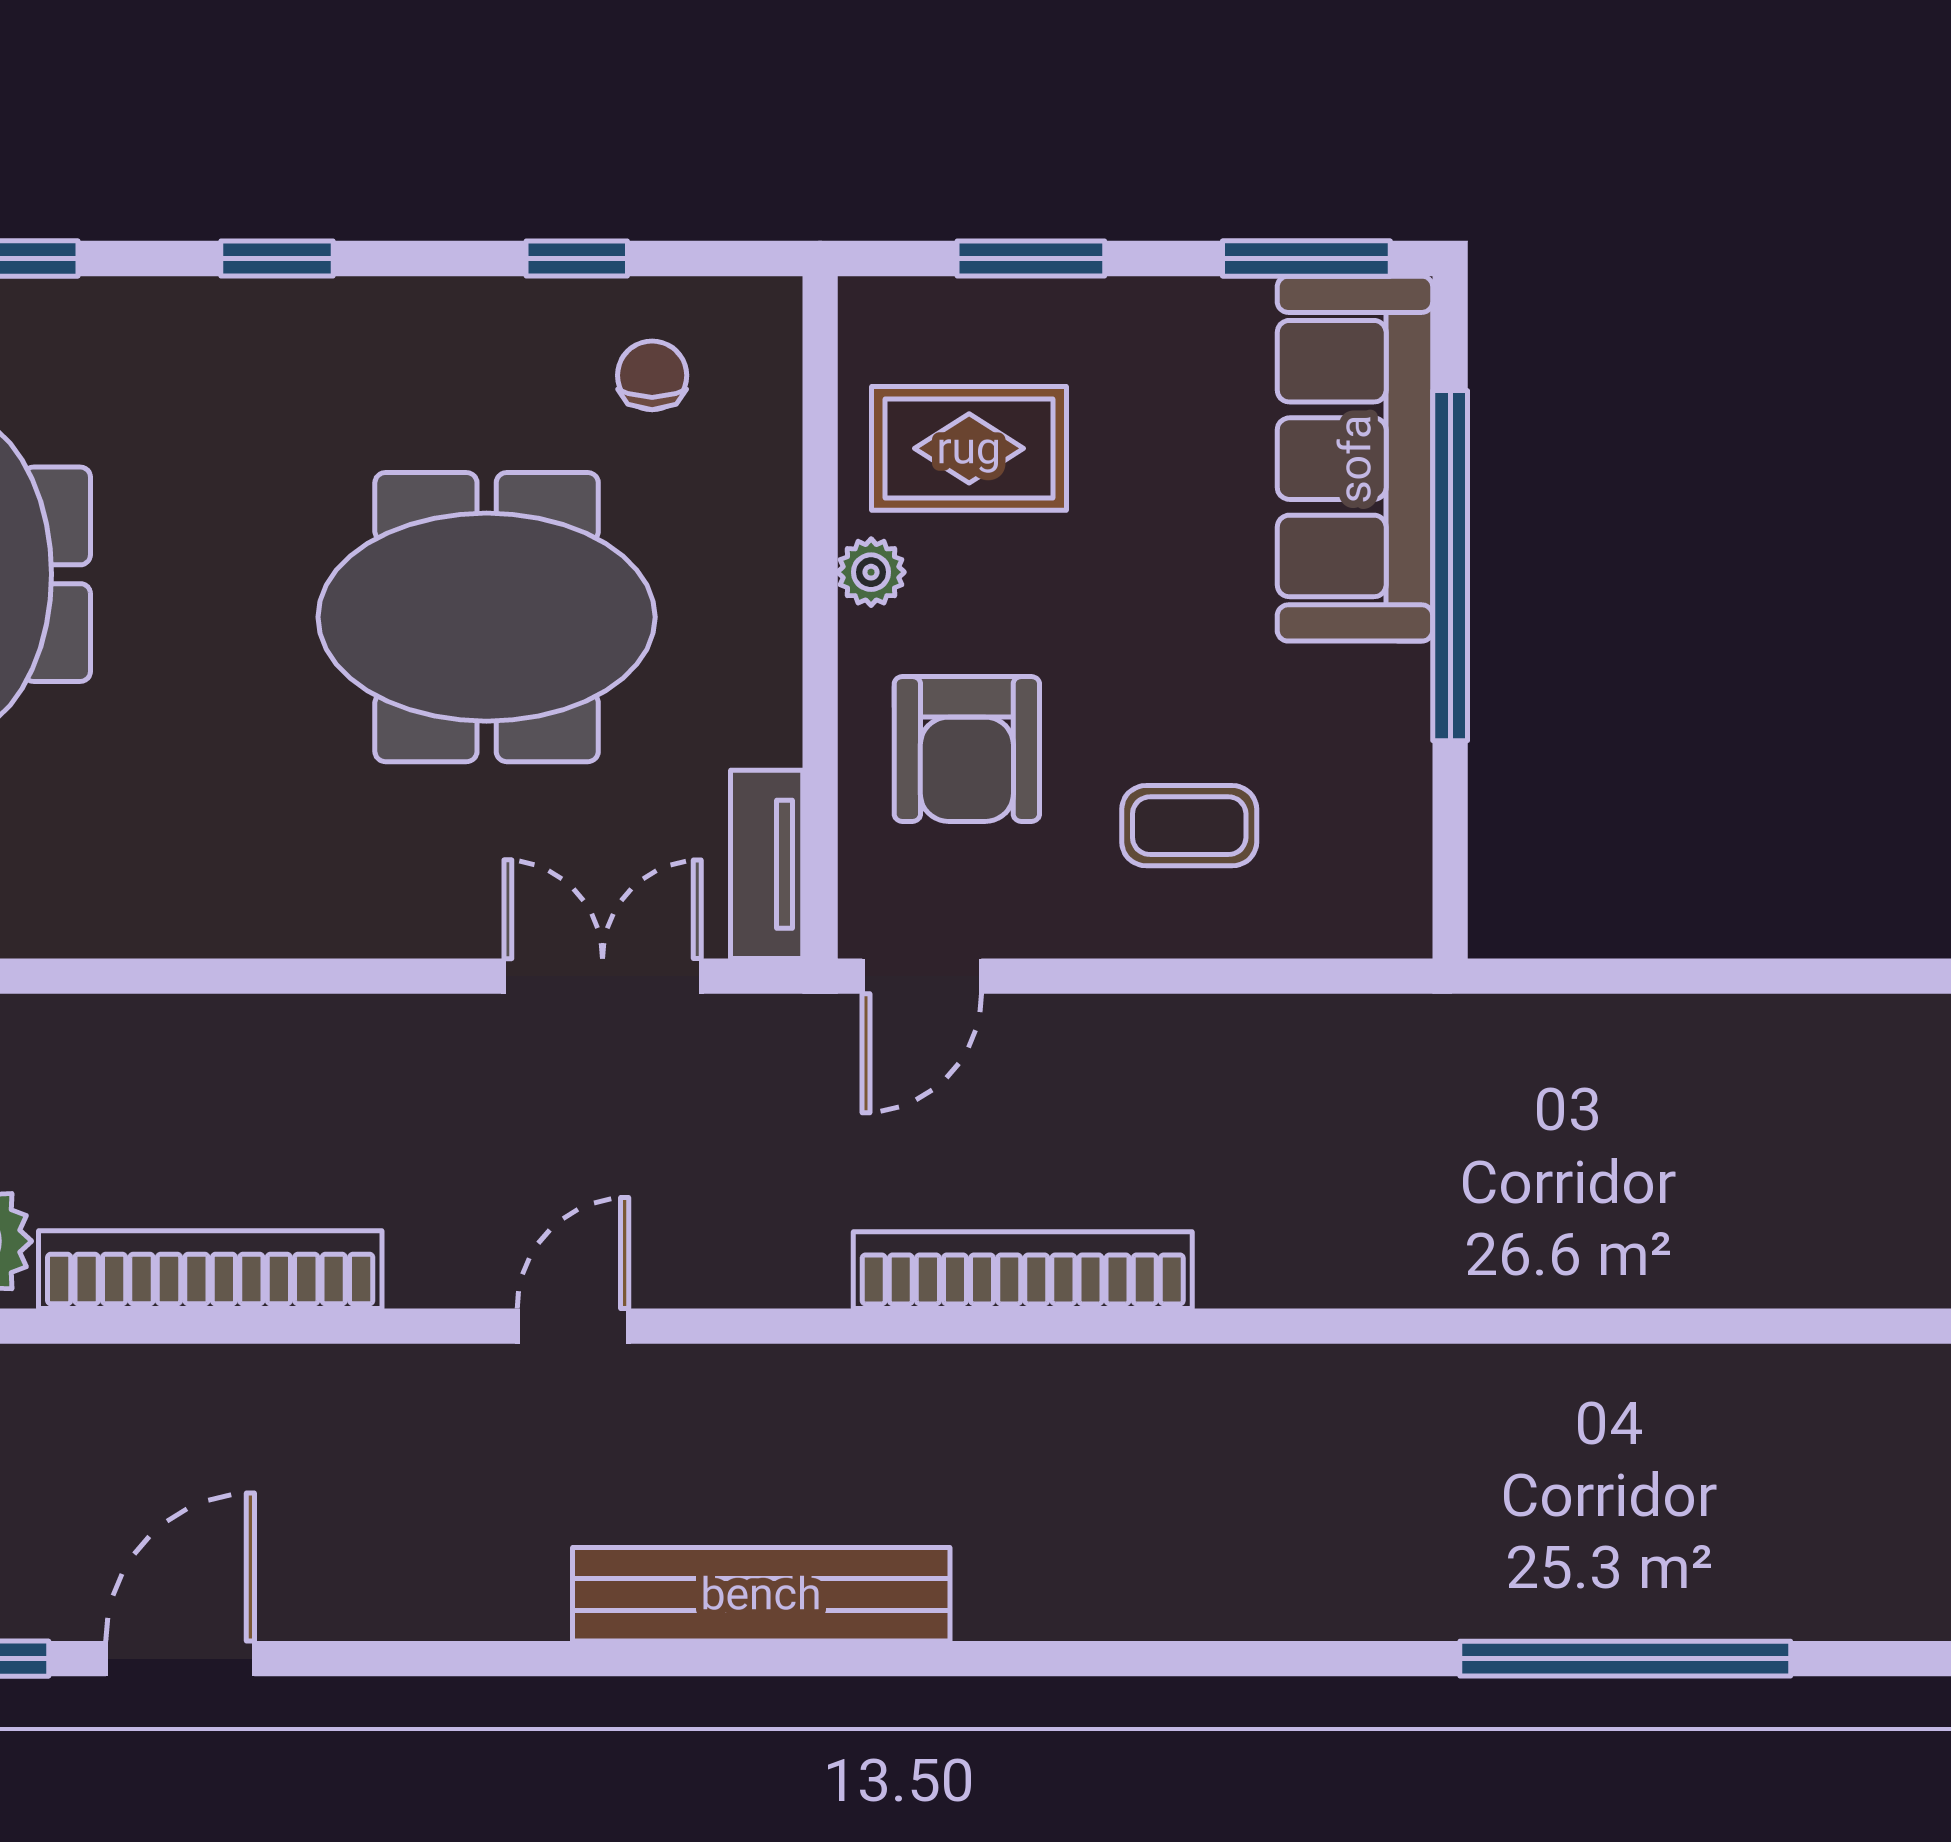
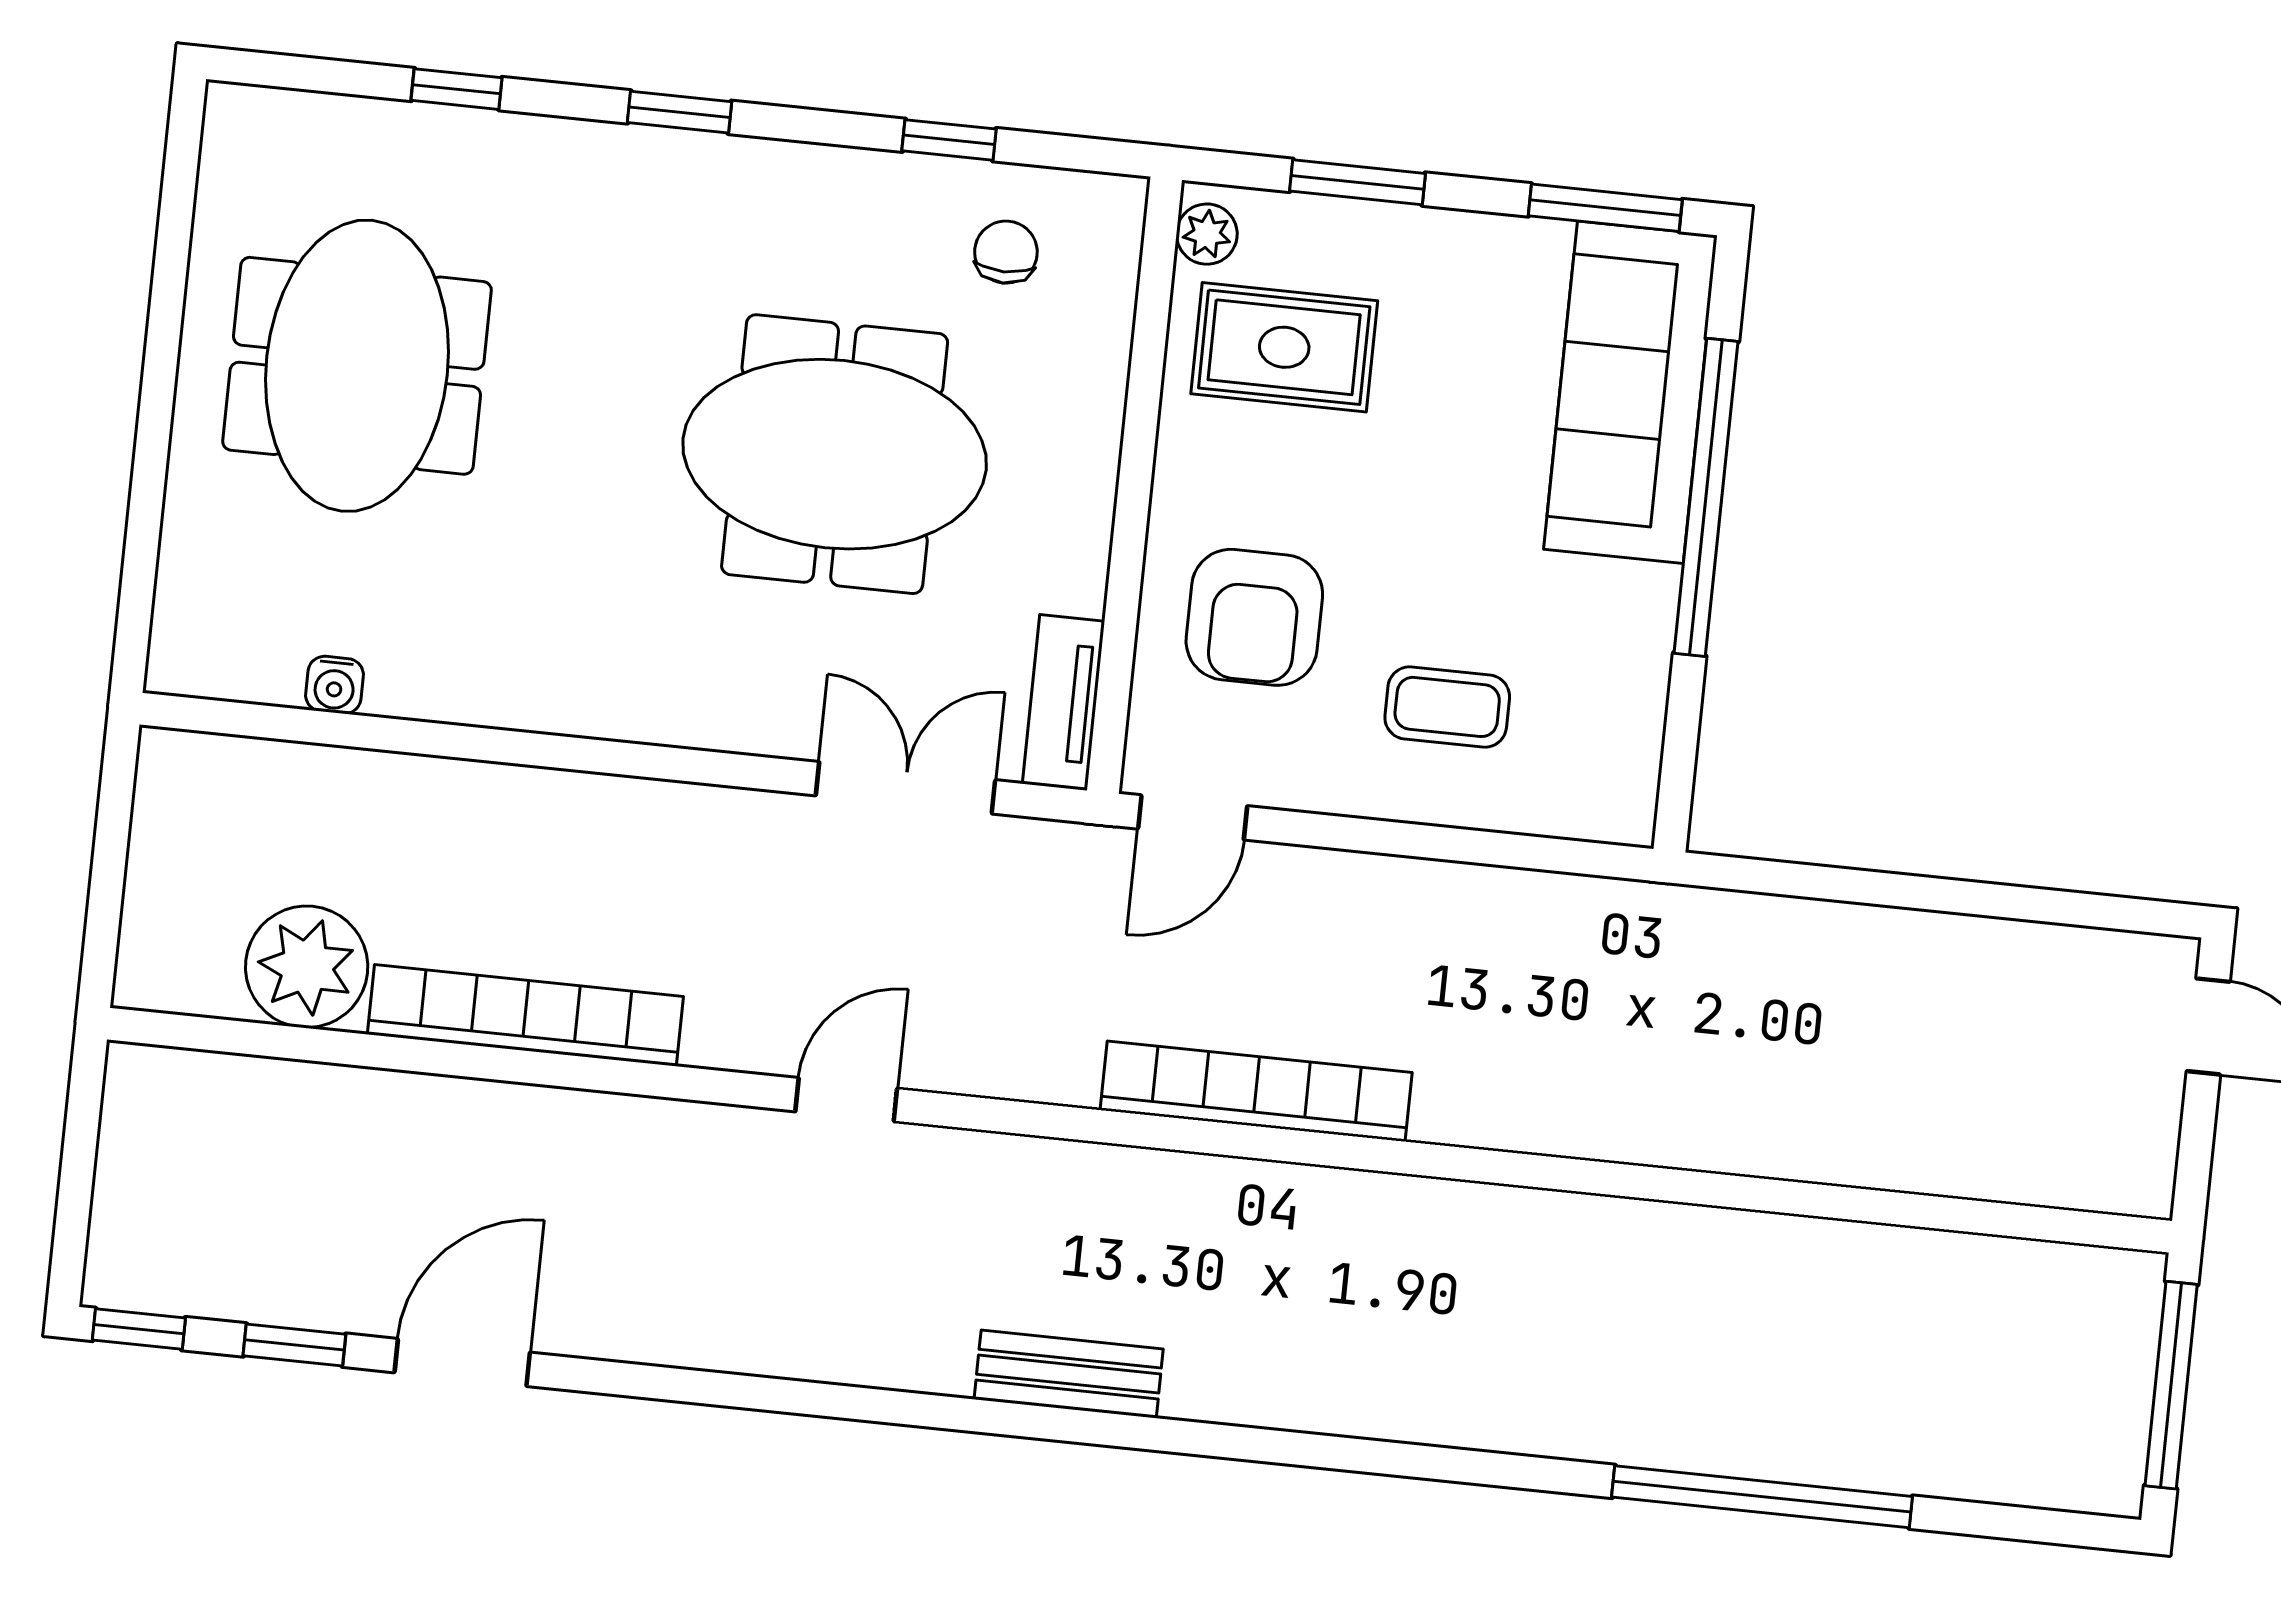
plant: (871, 572) -> (1207, 234), moved
bench: (761, 1594) -> (1069, 1374), width x0.54, depth x0.82

